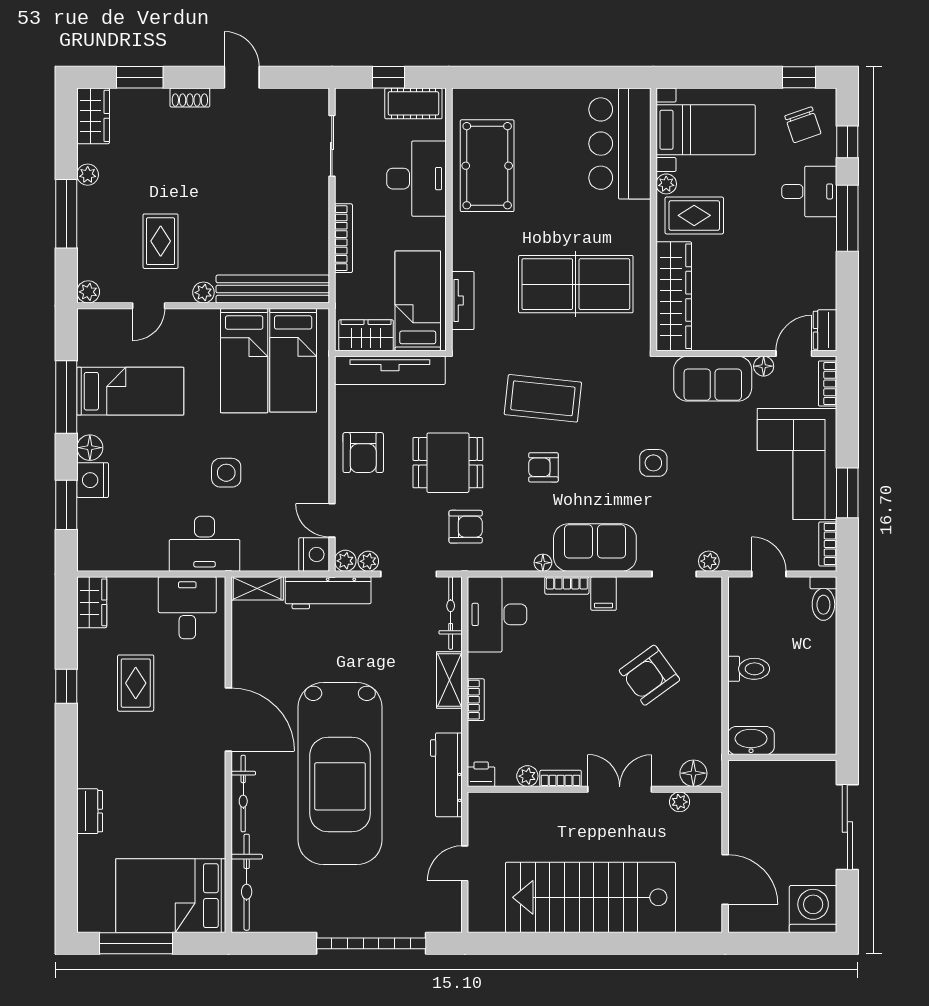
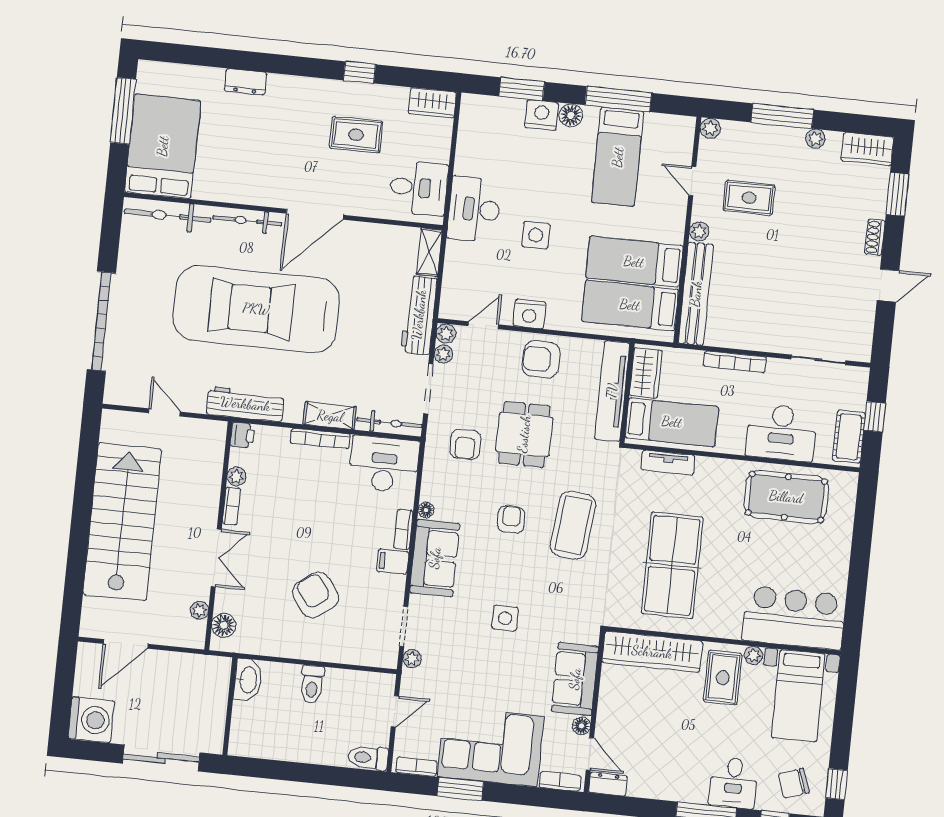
nightstand: (314, 554) -> (529, 314), moved
bookcase: (476, 700) -> (320, 439), width x1.56

